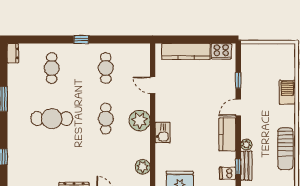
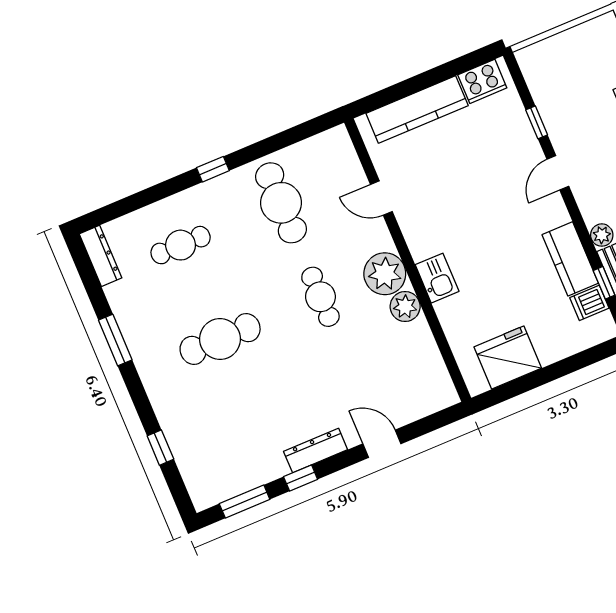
dresser: (13, 53) -> (100, 256), width x1.44
cafe table: (52, 68) -> (181, 245), turned 90
cafe table: (106, 68) -> (281, 203), width x1.37, depth x1.35
kitchen counter: (227, 134) -> (570, 259), moved
plant: (143, 167) -> (405, 307), moved

